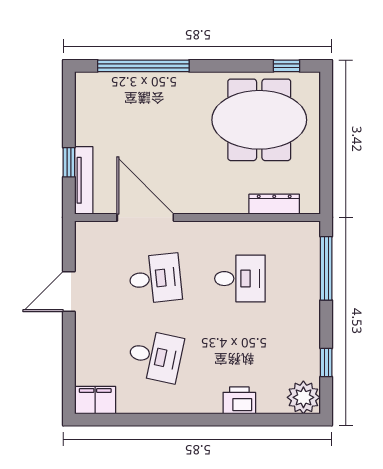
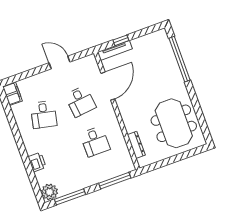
window: (286, 66) -> (204, 127), removed
window: (326, 363) -> (70, 197), width x2.17

